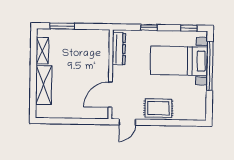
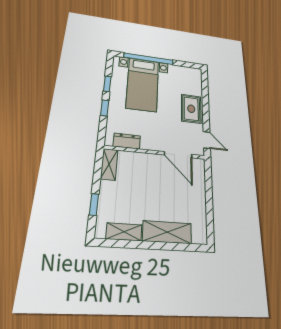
window: (62, 26) -> (94, 204), width x0.67
window: (189, 28) -> (107, 84), moved
shelving: (96, 35) -> (109, 164), added
dresser: (119, 49) -> (127, 141), width x0.70

